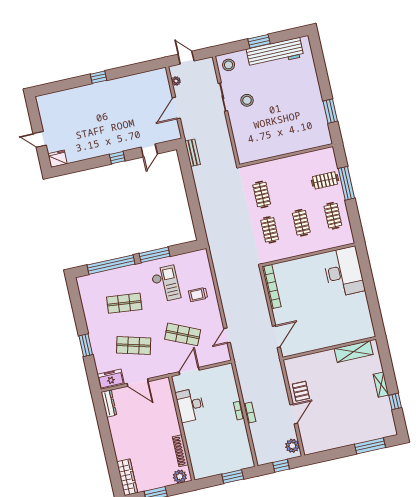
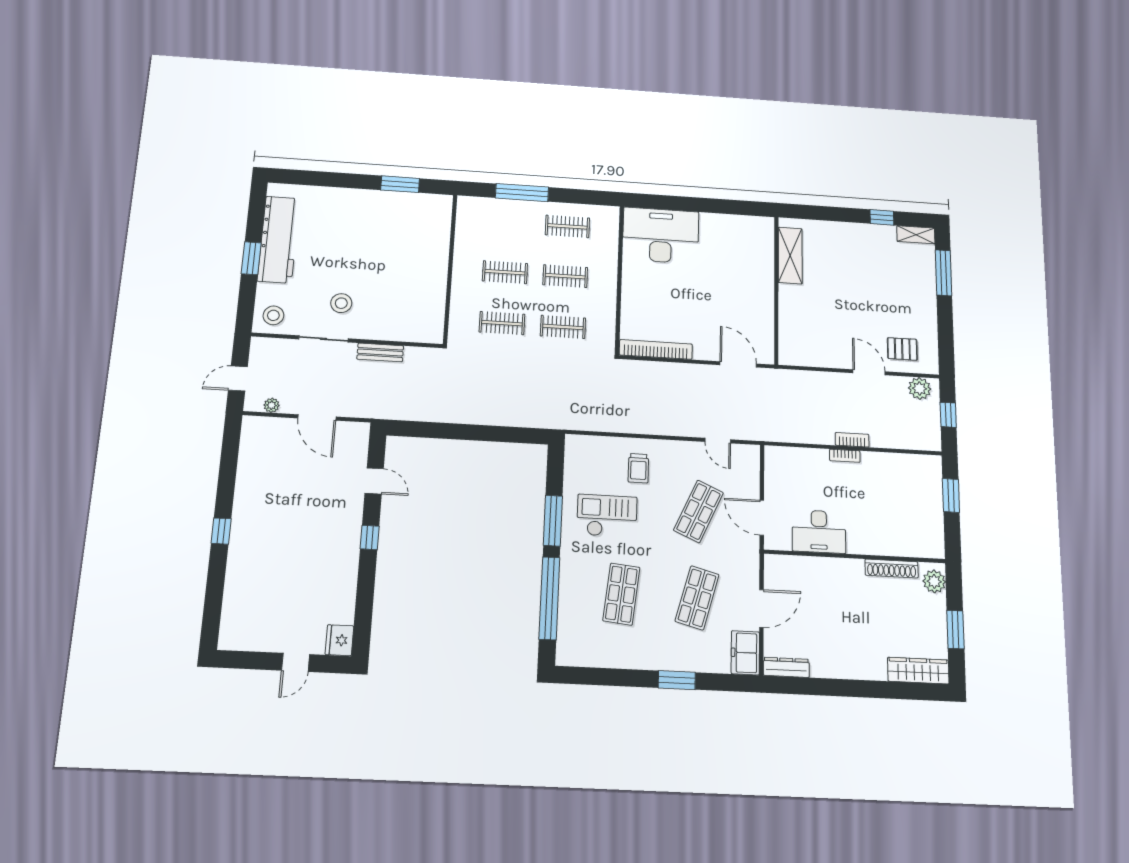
bench: (193, 153) -> (380, 352), moved
clothes rail: (325, 180) -> (505, 272), moved, turned 90
shelving: (381, 385) -> (916, 235), moved
pallet: (301, 391) -> (902, 349), moved

